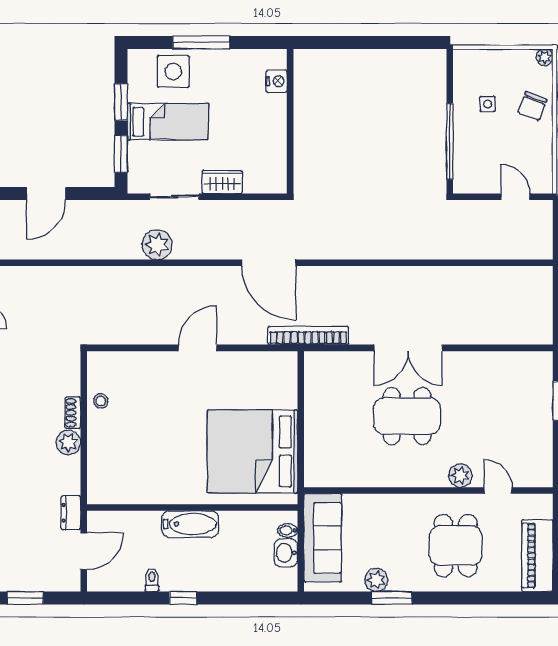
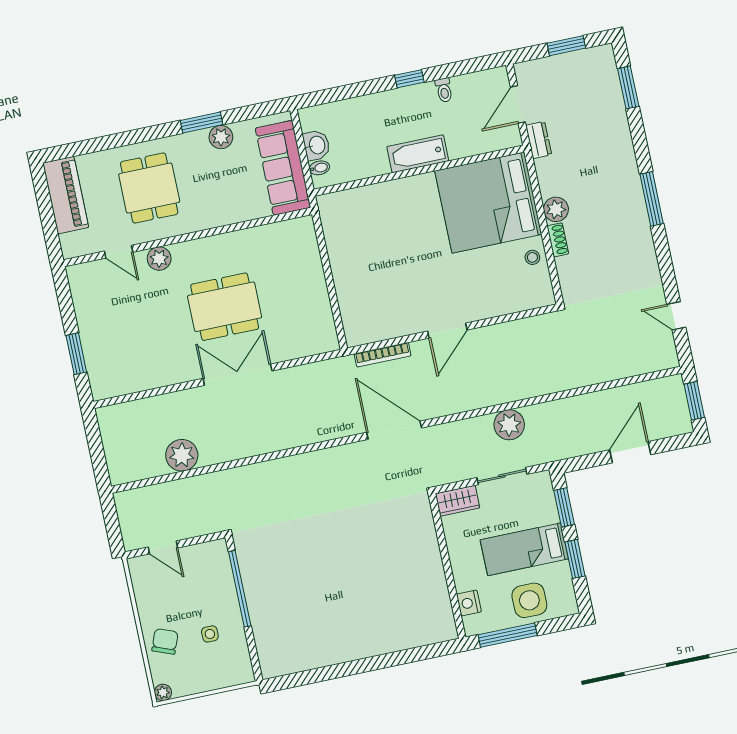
nightstand: (277, 81) -> (469, 603), moved
wall: (290, 121) -> (447, 566), moved
plant: (478, 282) -> (182, 455), added
bookcase: (308, 336) -> (383, 355), moved, width x0.68, depth x0.76
bed: (252, 451) -> (488, 203), moved, turned 180

